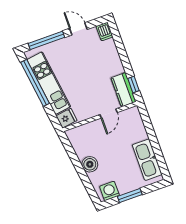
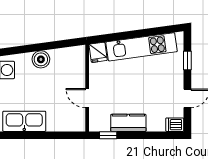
window: (46, 40) -> (187, 60), width x0.46
window: (35, 83) -> (147, 32), removed
kitchen counter: (124, 90) -> (128, 123), moved

